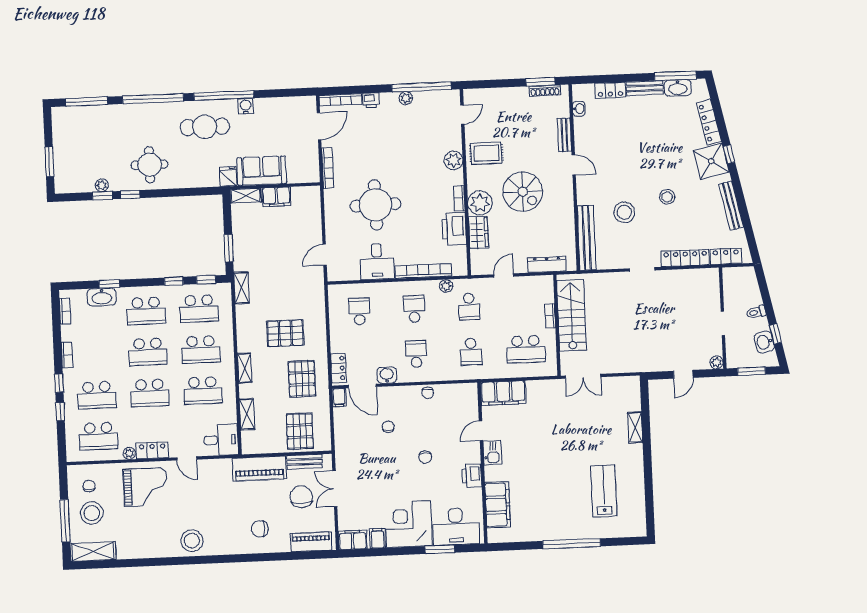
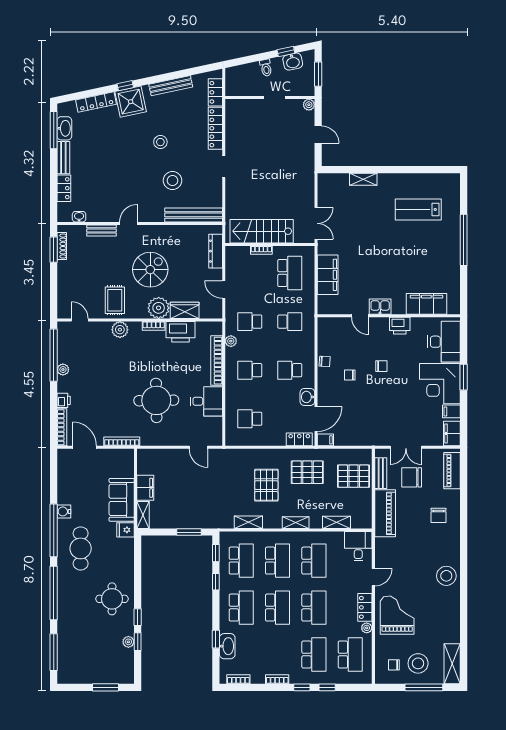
shelving: (241, 288) -> (248, 522), moved
school desk: (469, 307) -> (250, 322), turned 180
filing cabinet: (503, 393) -> (328, 275), moved
chair: (388, 427) -> (350, 375), moved
window: (440, 549) -> (464, 377), moved

